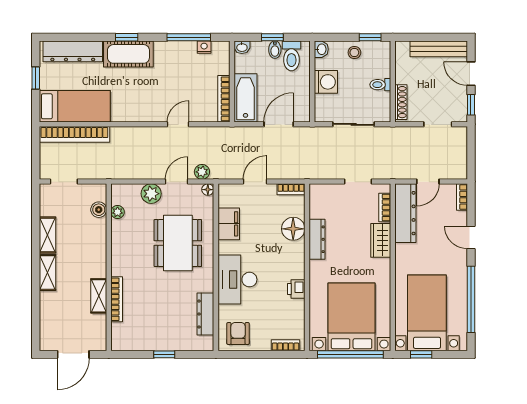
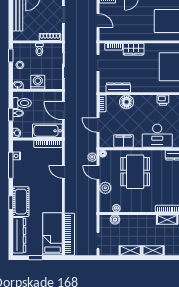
dresser: (405, 213) -> (117, 34), removed
dresser: (317, 239) -> (118, 88), moved
dining table: (178, 243) -> (135, 172), turned 90

